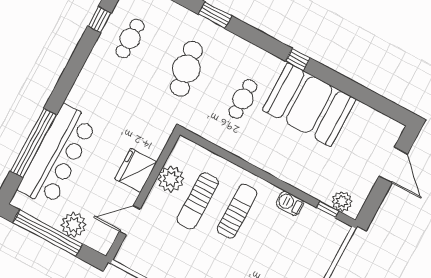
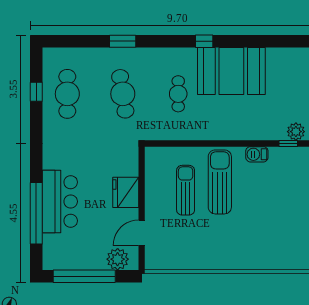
cafe table: (130, 38) -> (67, 94), width x1.37, depth x1.35
bar counter: (57, 155) -> (60, 201), width x0.73
plant: (171, 179) -> (156, 184), removed
sun lounger: (198, 201) -> (186, 190), turned 180
sun lounger: (237, 211) -> (220, 182), width x1.36, depth x1.34
plant: (74, 225) -> (118, 259), moved

